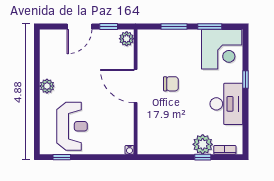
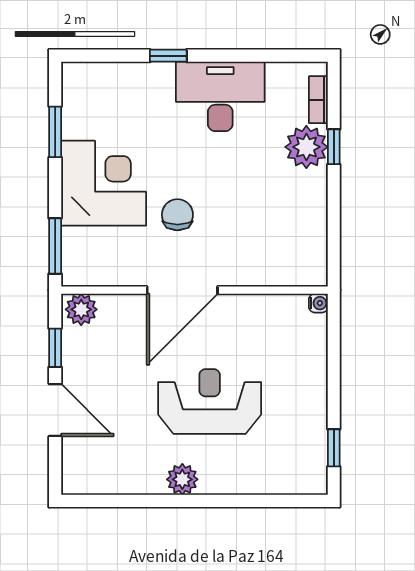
window: (174, 26) -> (55, 246), moved
corner desk: (222, 49) -> (104, 183), moved
reception desk: (72, 126) -> (210, 402), moved

